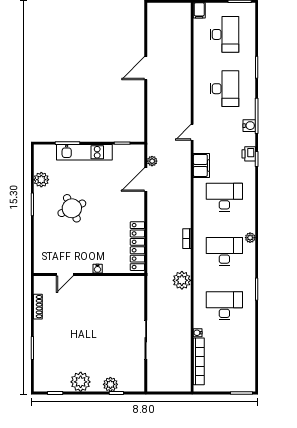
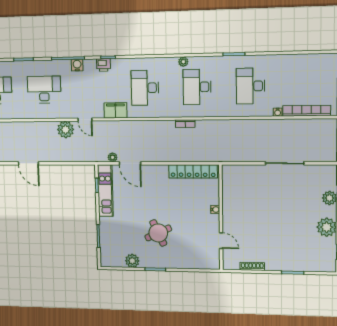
kitchen unit: (84, 152) -> (105, 191), moved
plant: (182, 280) -> (66, 130), moved

